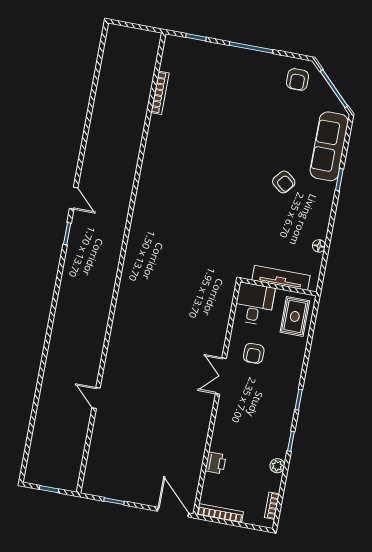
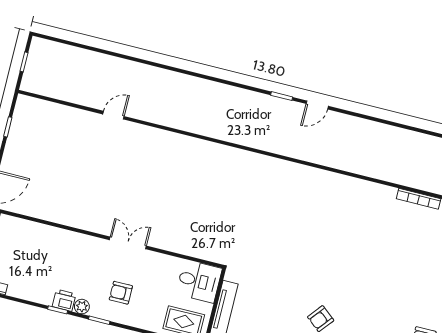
armchair: (254, 353) -> (121, 293), moved
printer: (216, 463) -> (64, 300), moved, turned 180
plant: (277, 466) -> (82, 307), moved

